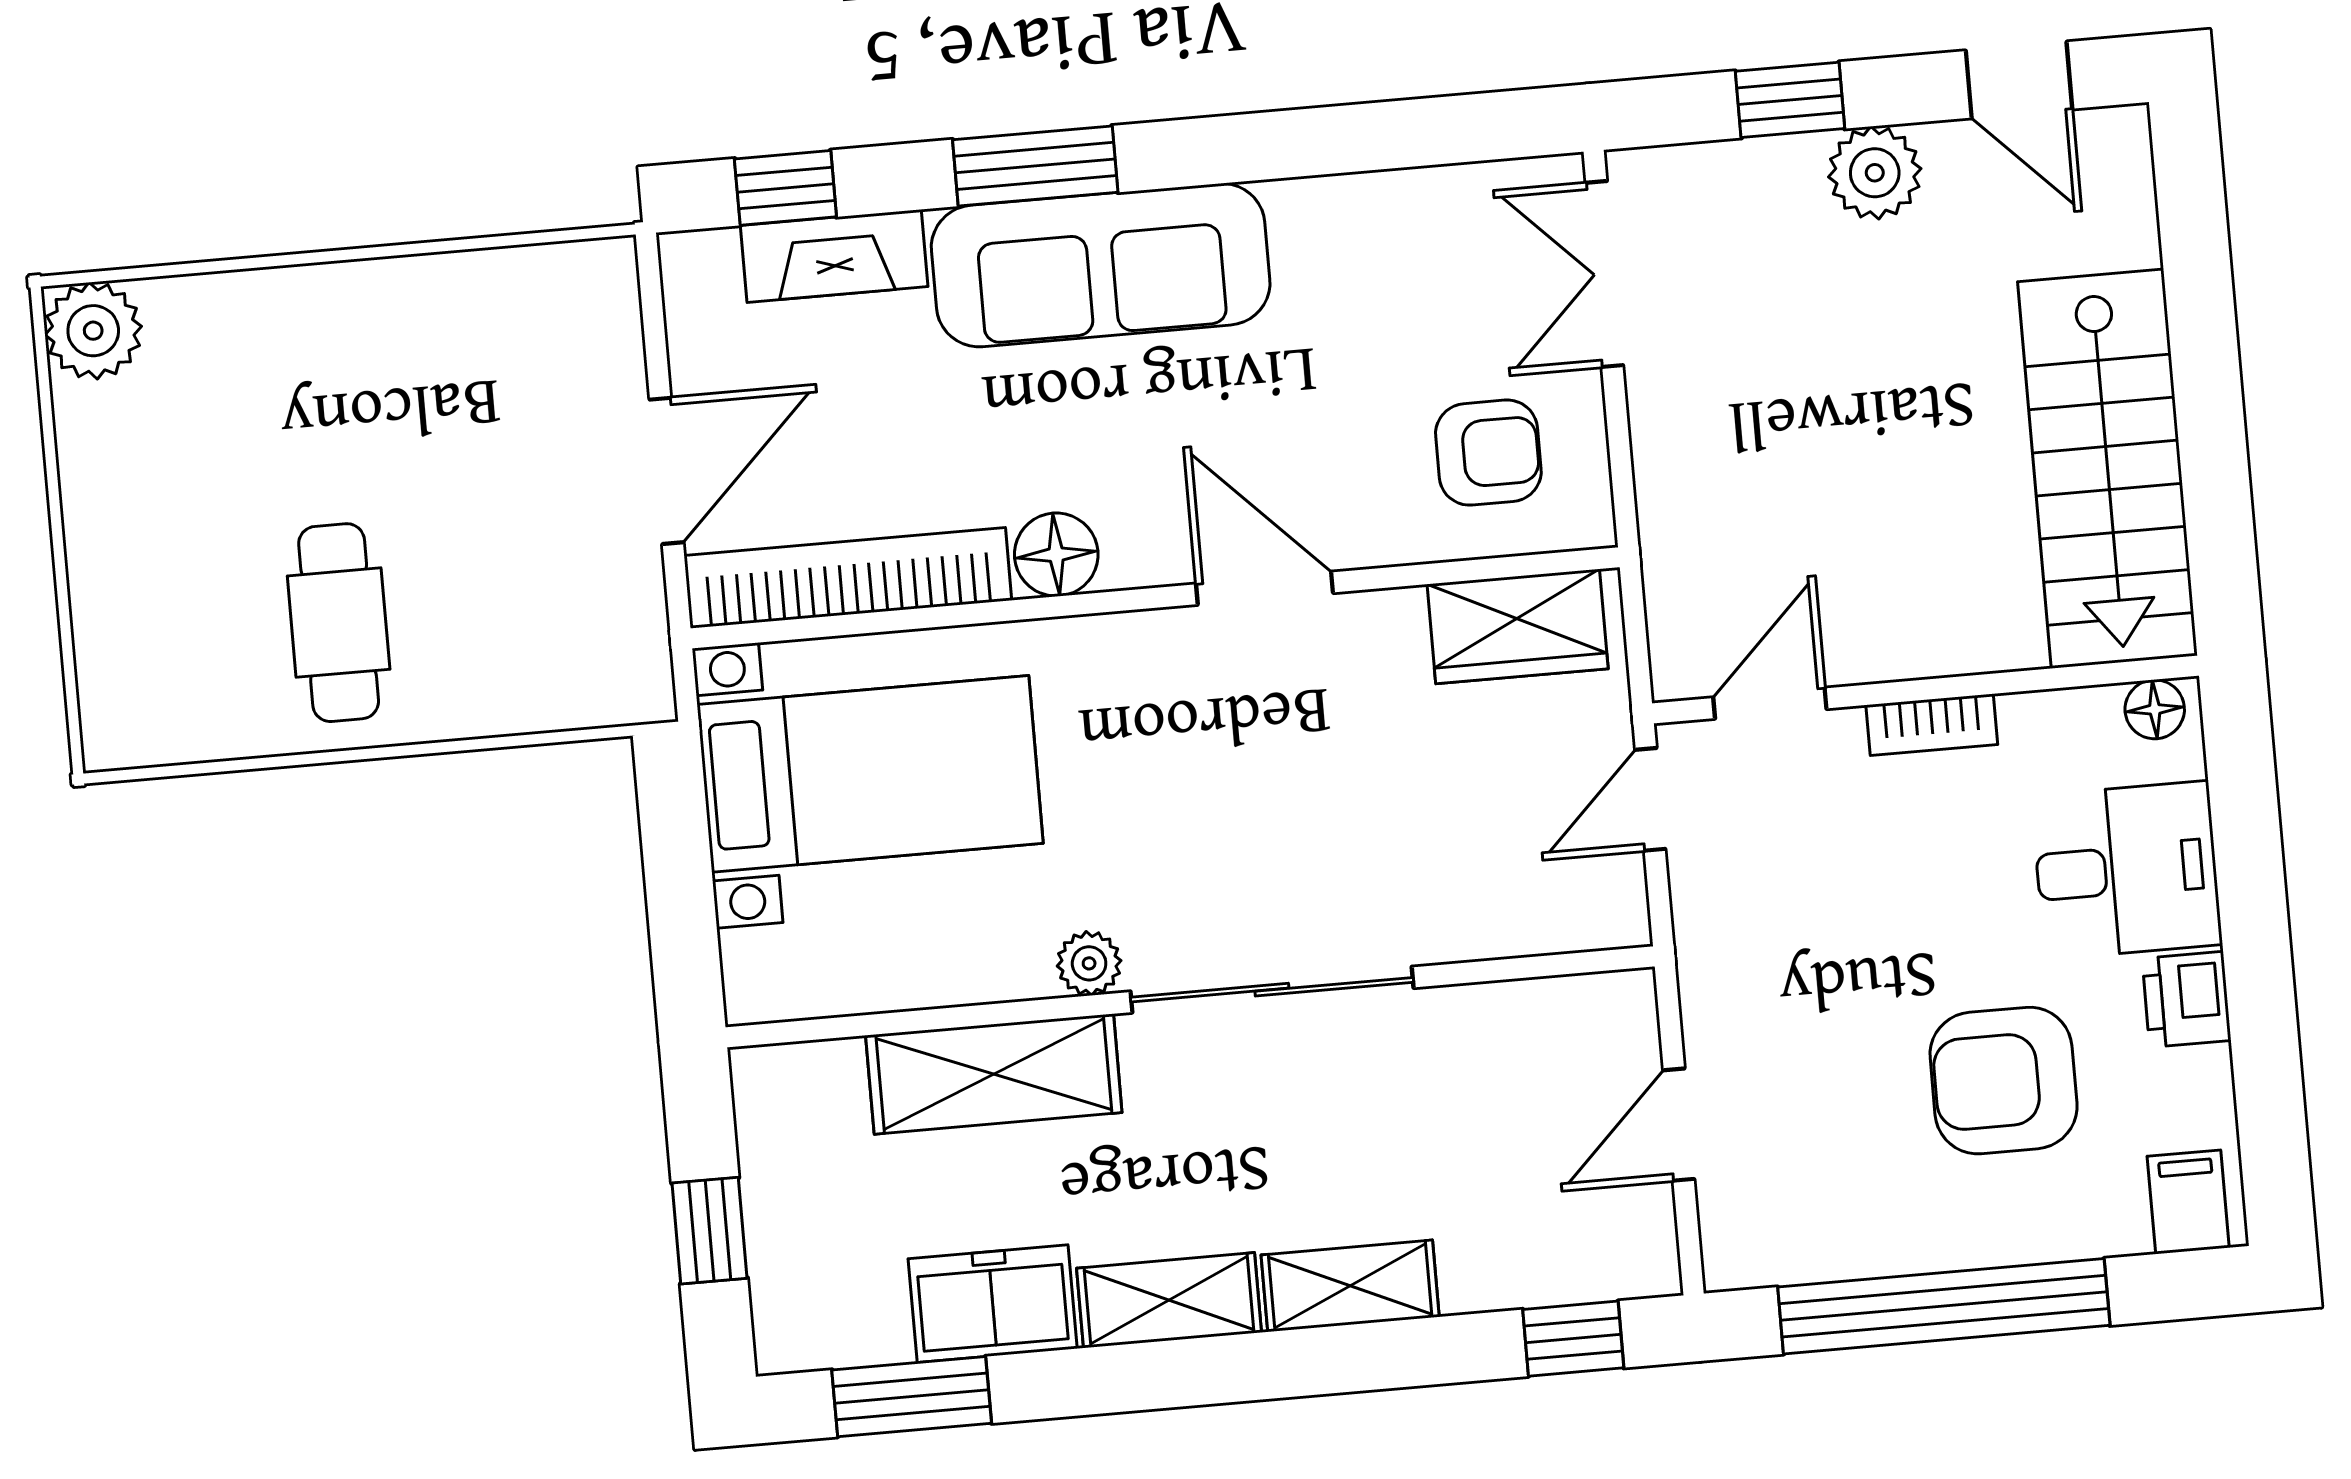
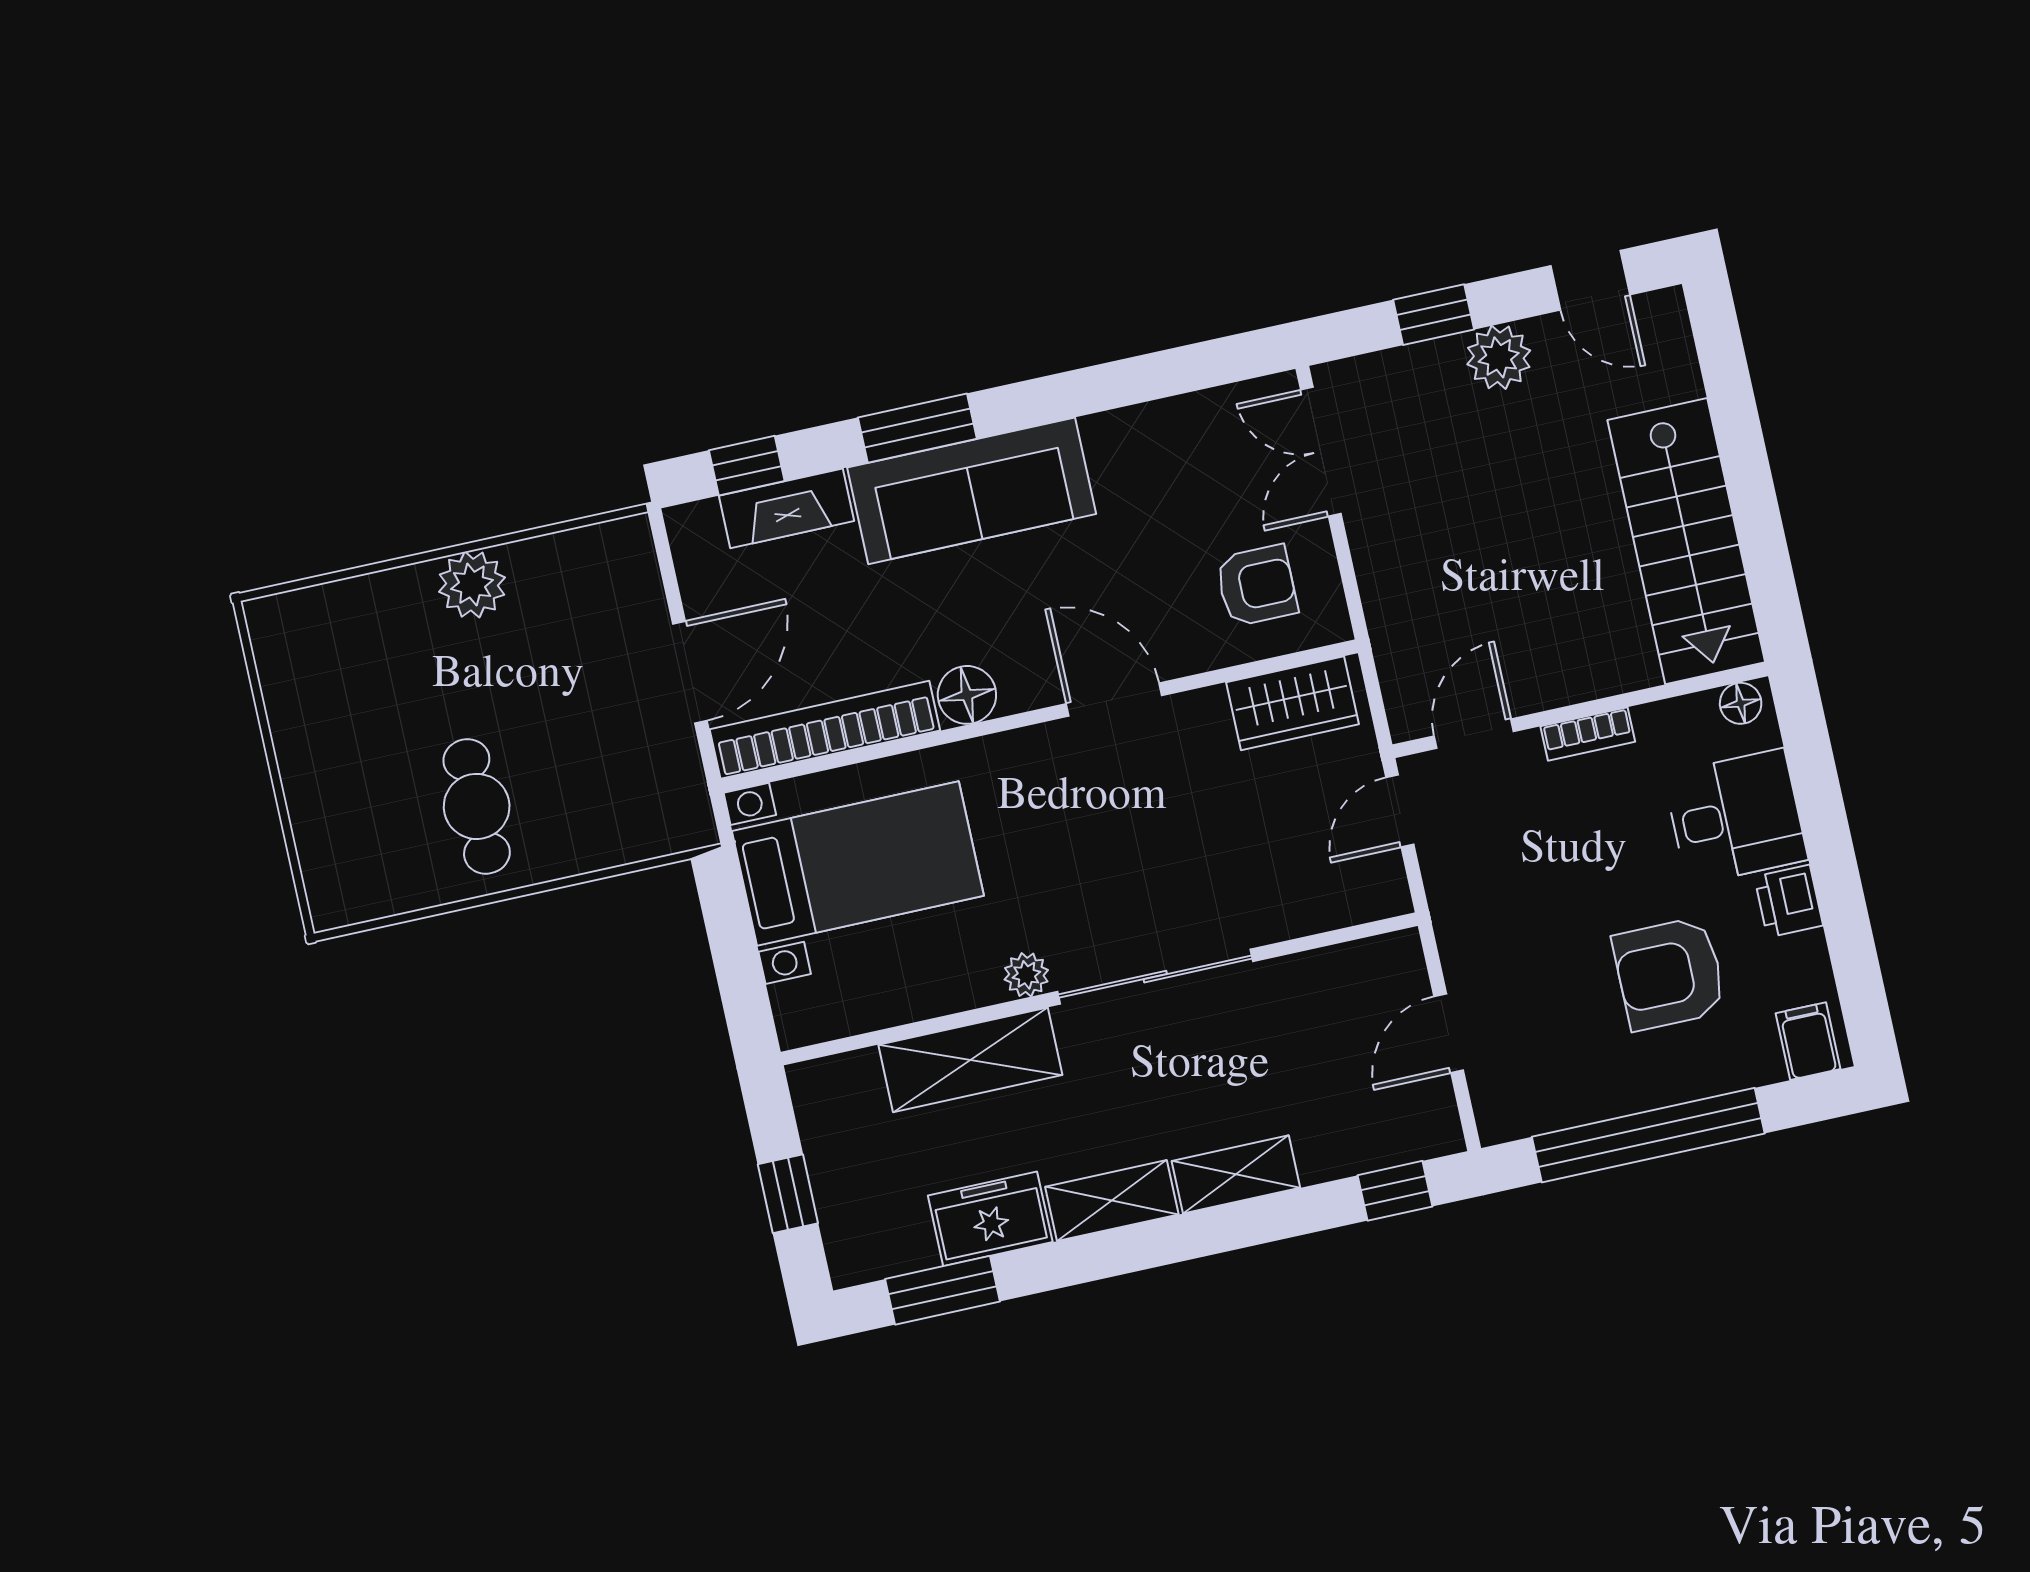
plant: (93, 331) -> (472, 585), moved

